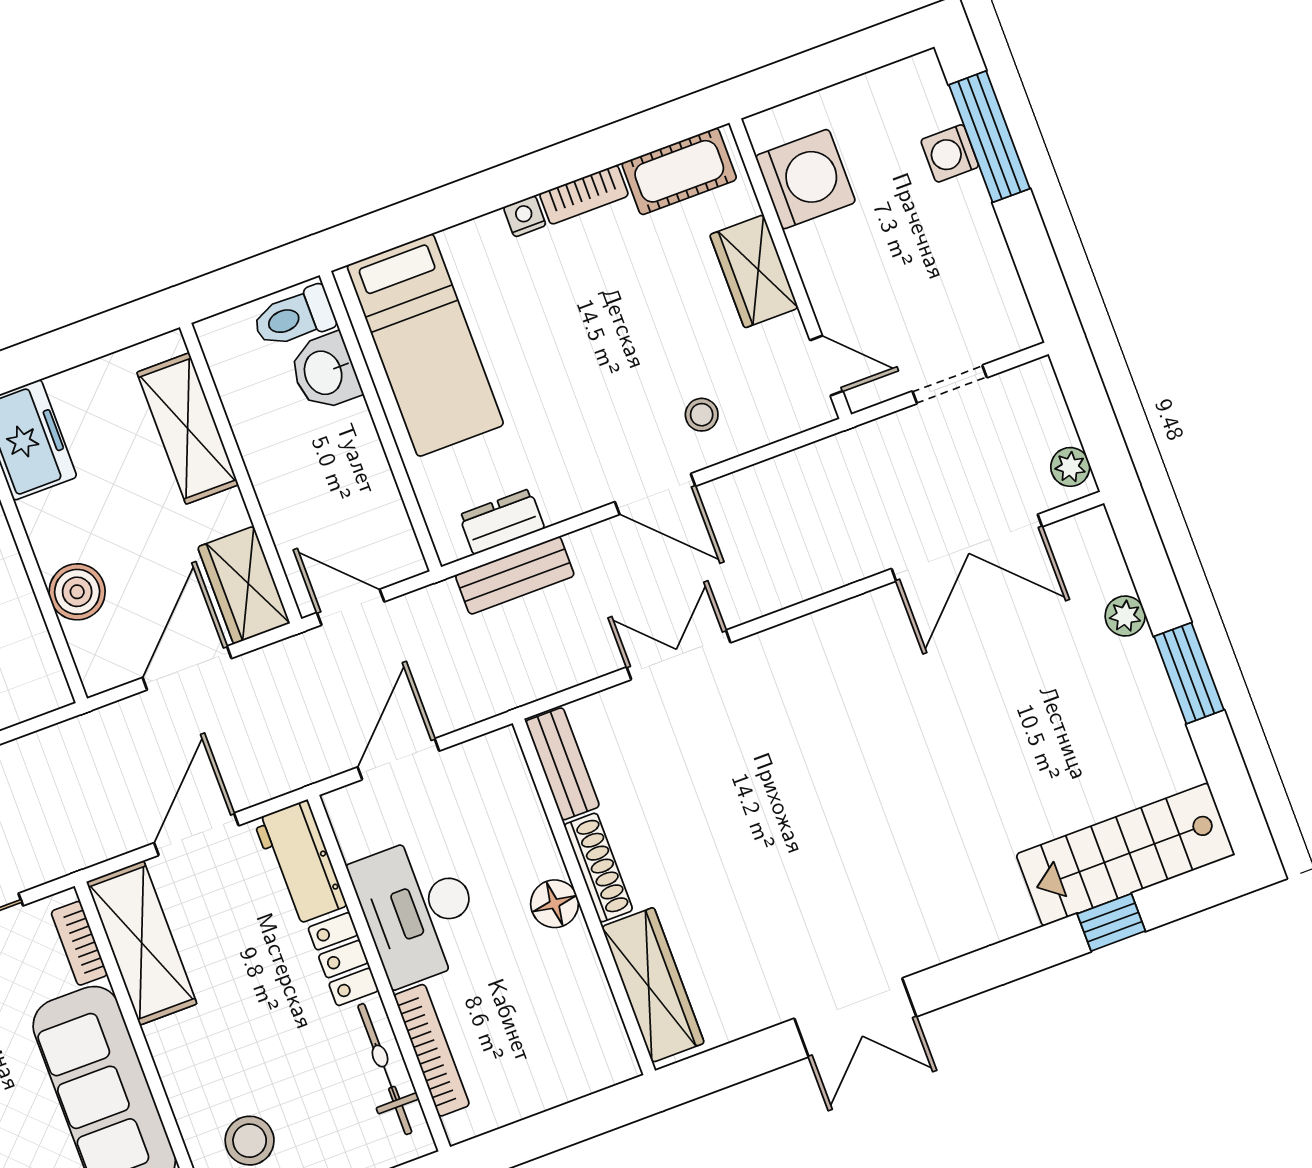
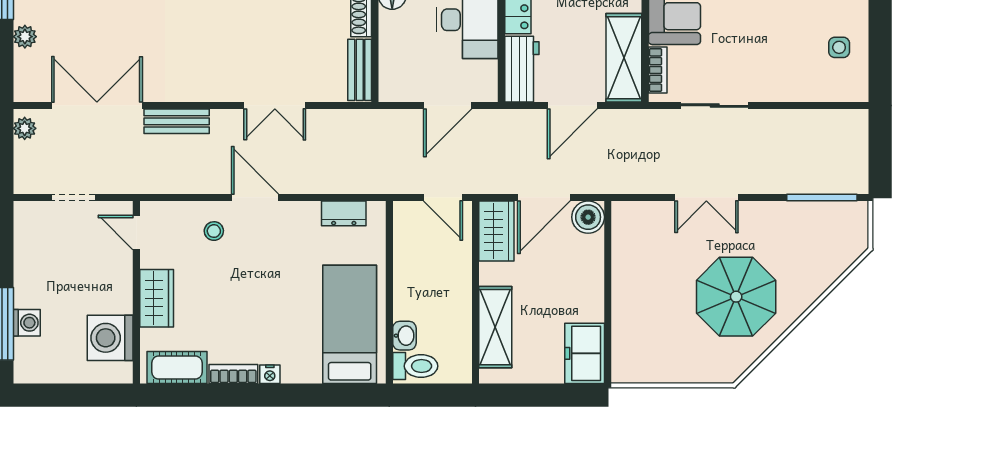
washbasin: (325, 372) -> (404, 336), width x0.72, depth x0.69
bench: (515, 575) -> (177, 121), moved
boiler: (77, 592) -> (588, 217), moved

